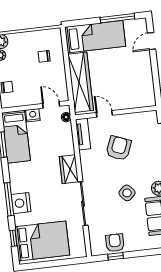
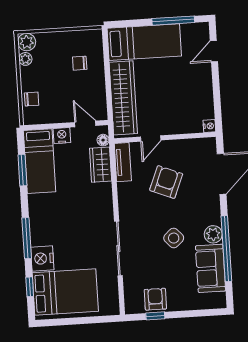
nightstand: (151, 101) -> (209, 126), added
door: (104, 114) -> (151, 138), swing flipped
wardrobe: (69, 169) -> (101, 165), moved
nightstand: (21, 203) -> (42, 258), moved

